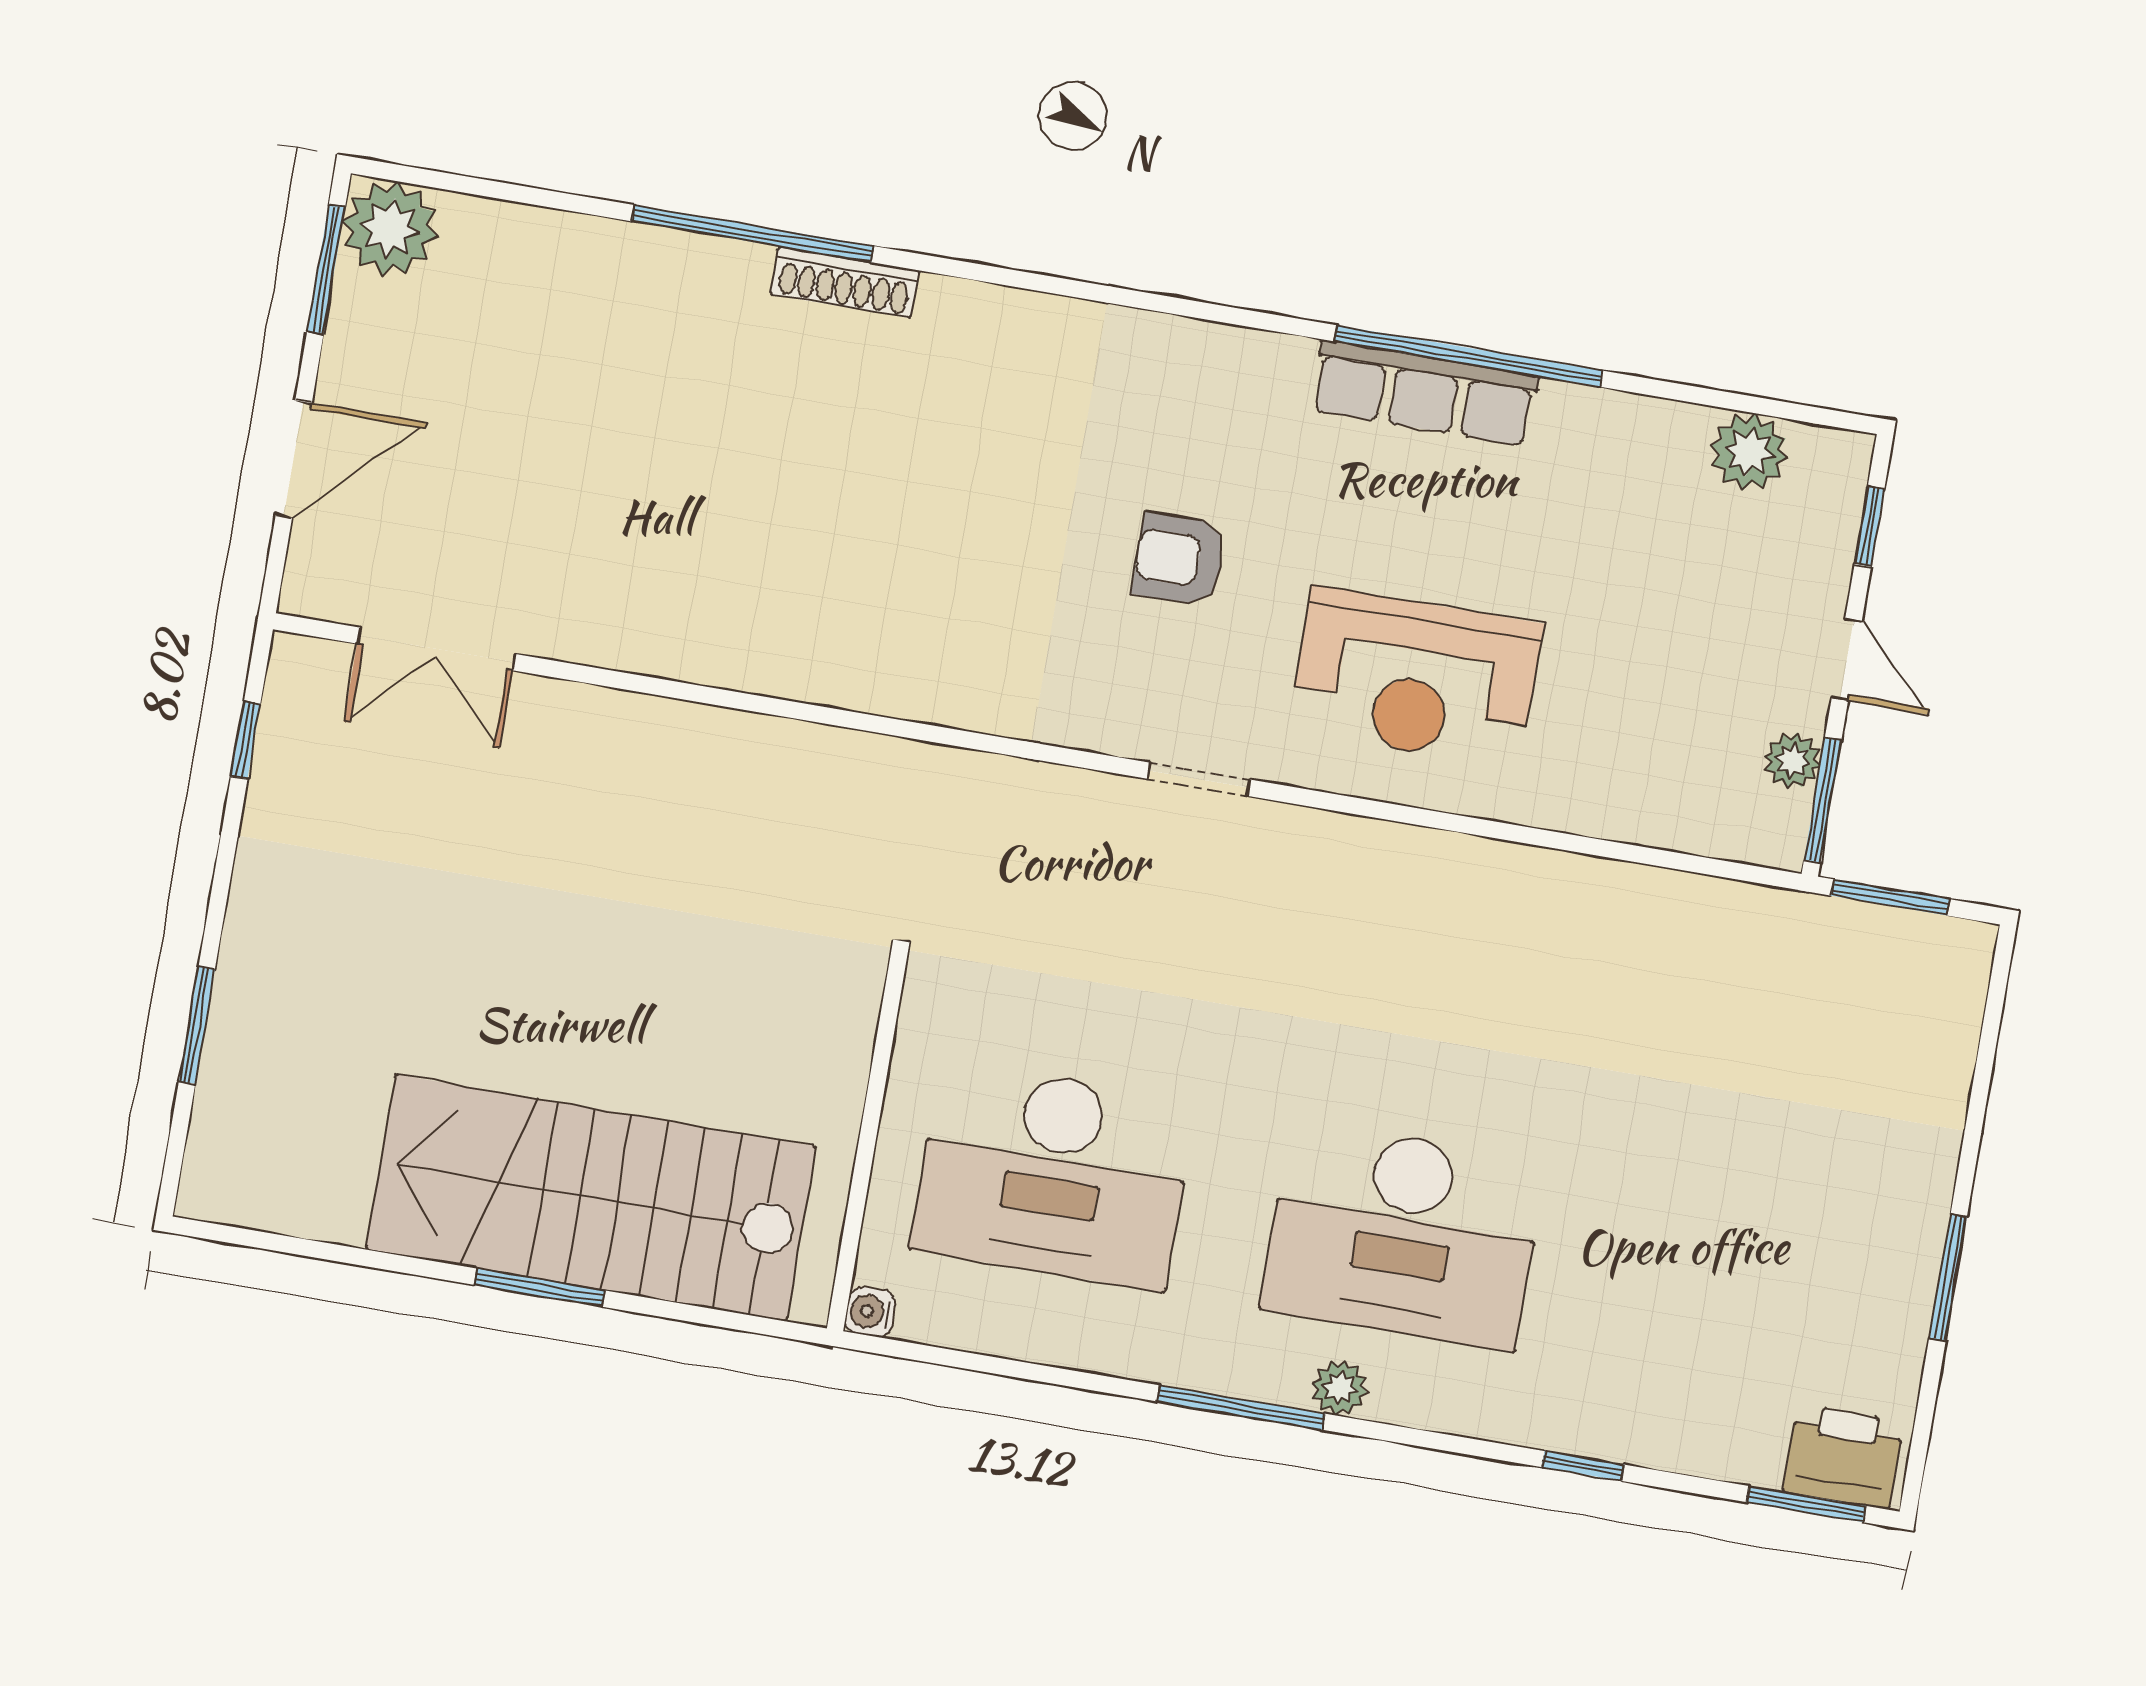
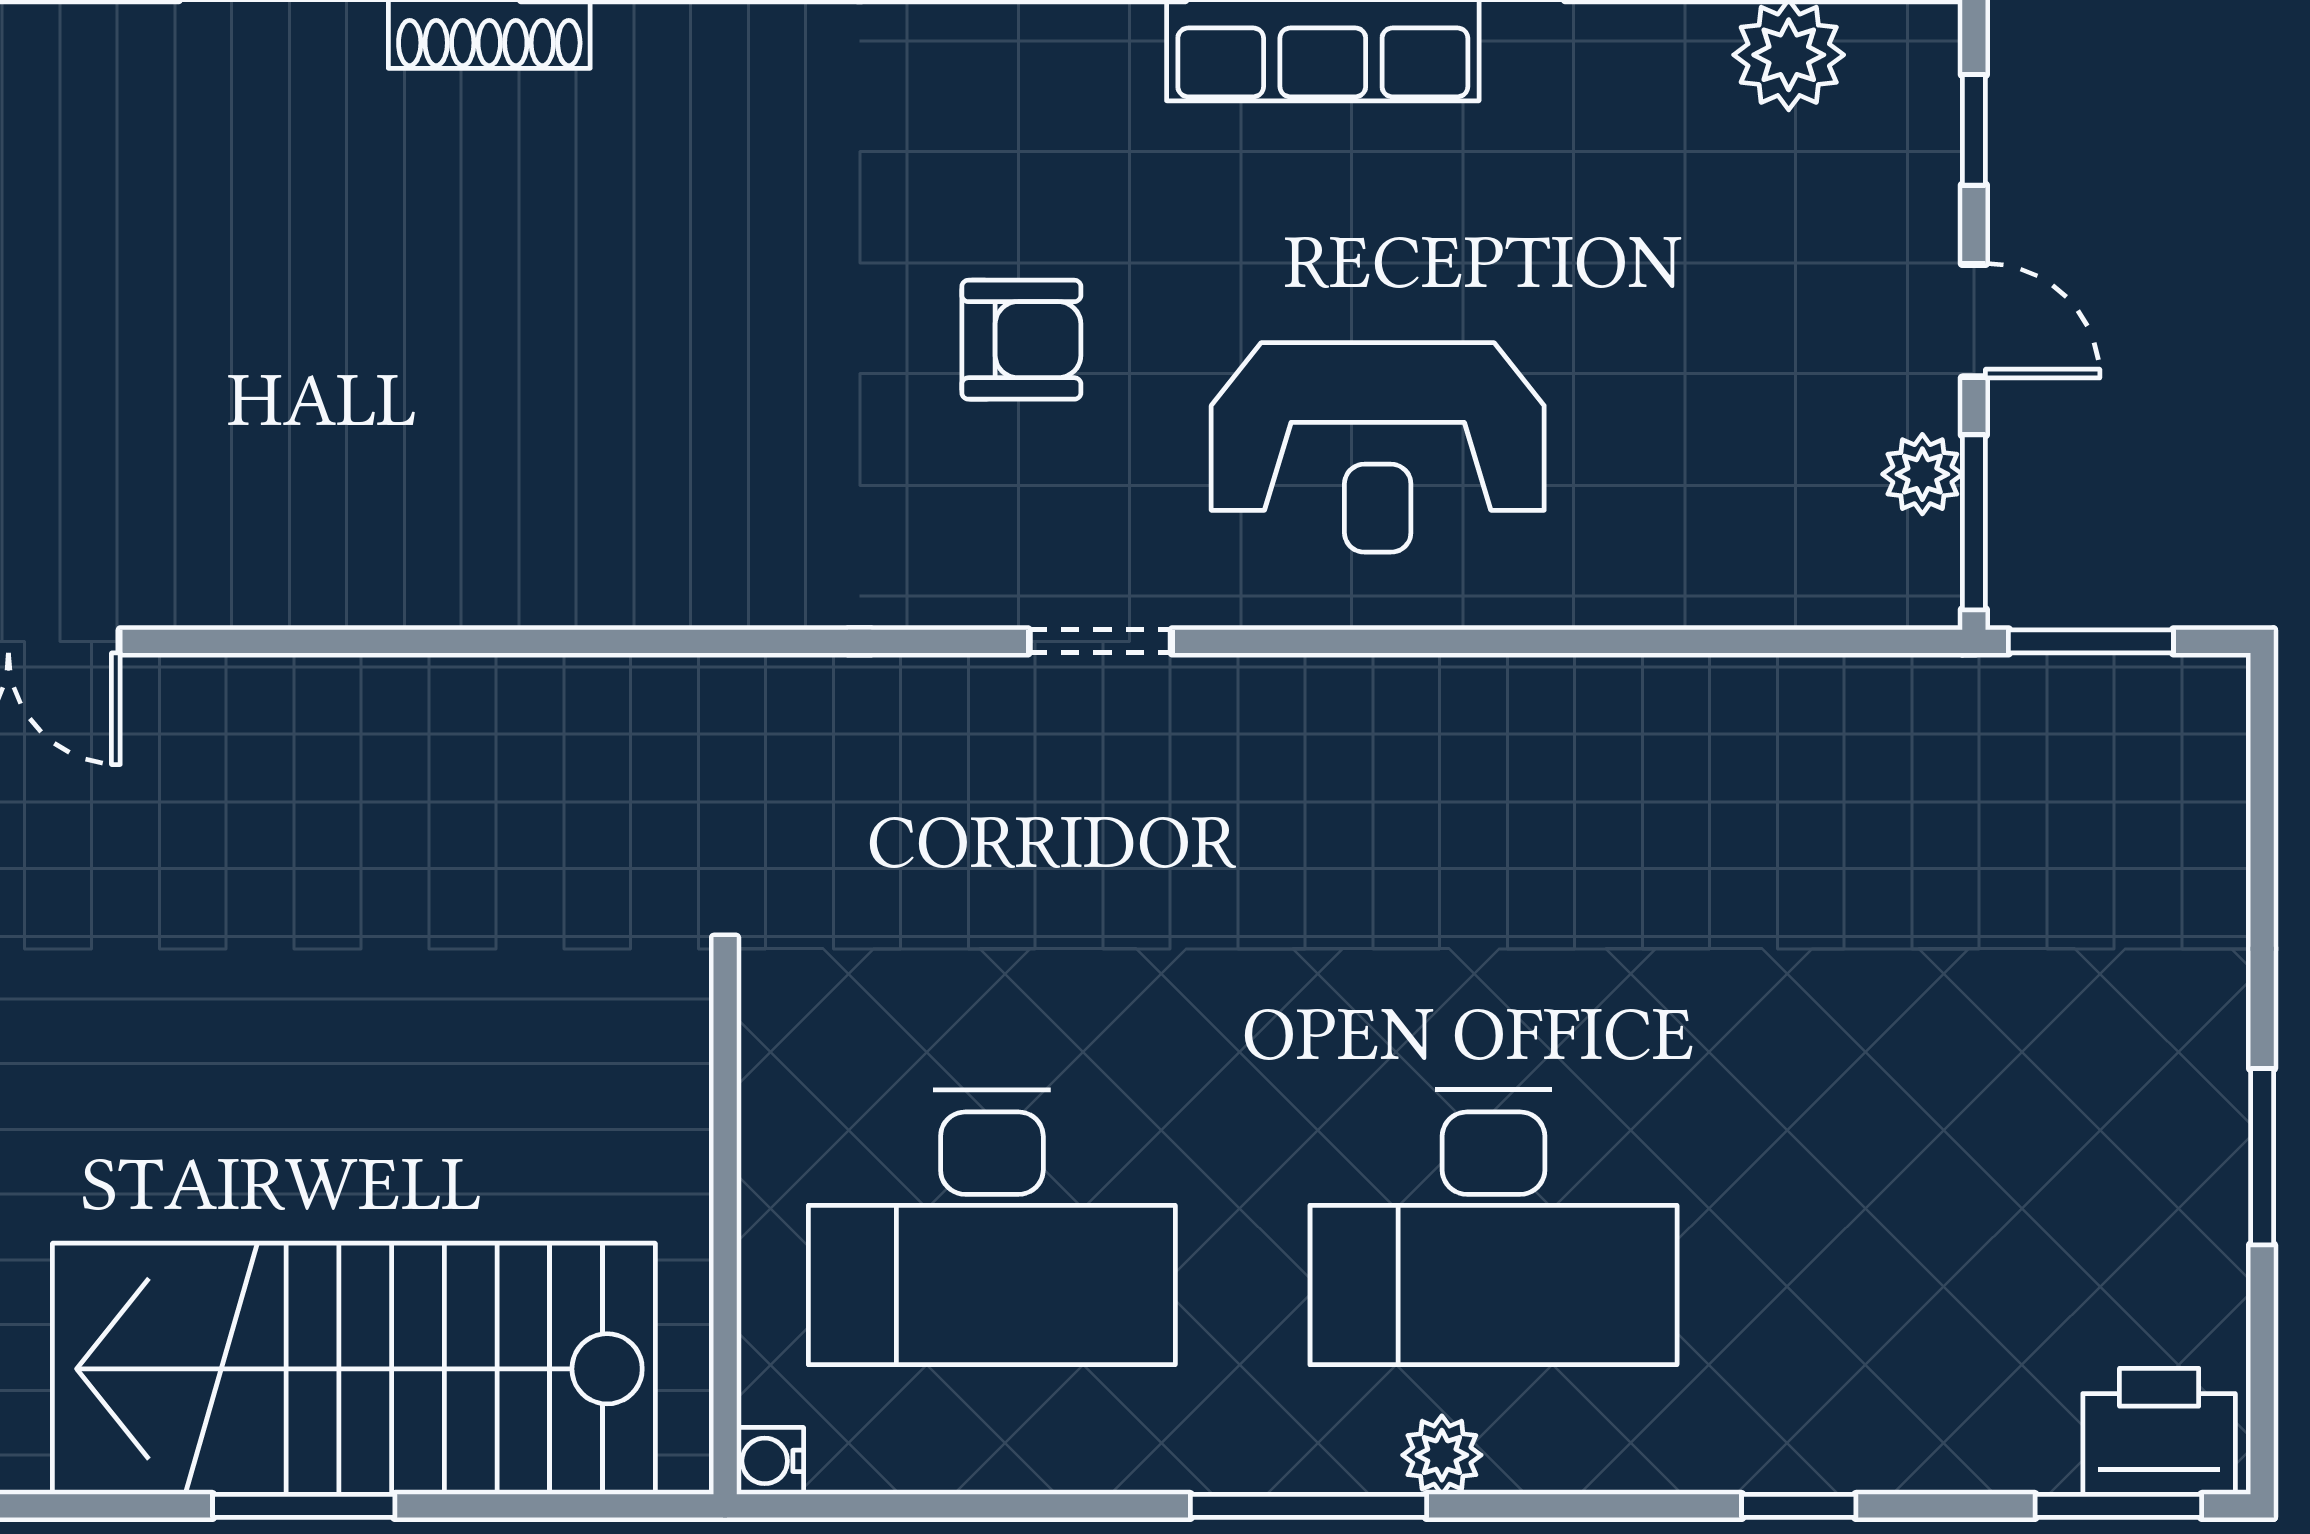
armchair: (1180, 559) -> (1021, 340), turned 180

